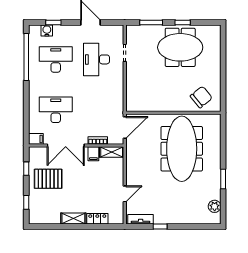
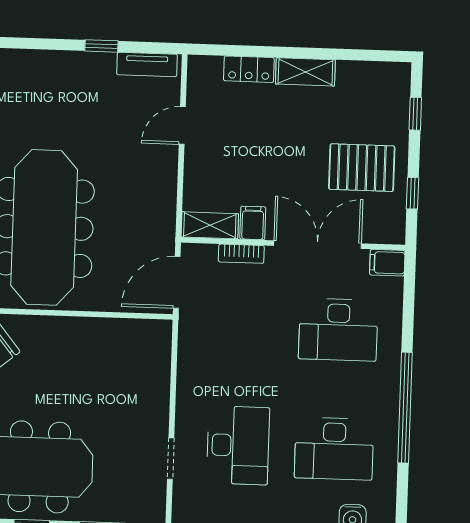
window: (26, 57) -> (405, 408), moved

